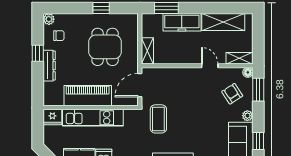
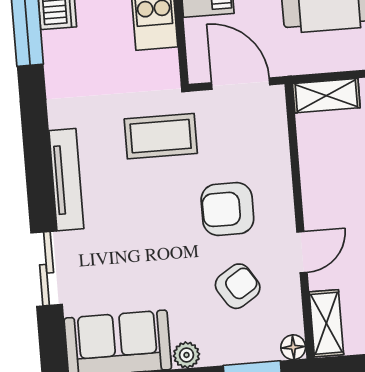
armchair: (190, 94) -> (227, 209), added
armchair: (232, 94) -> (238, 286), moved

